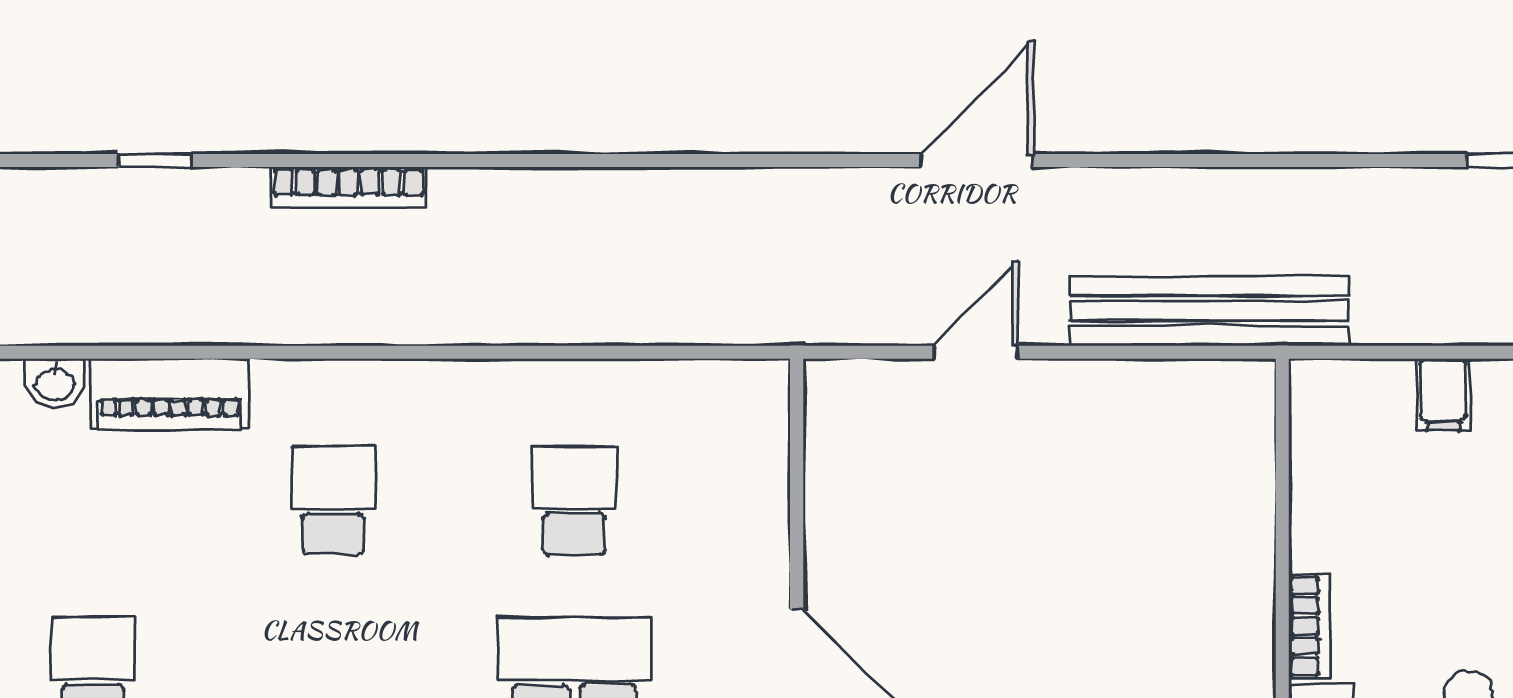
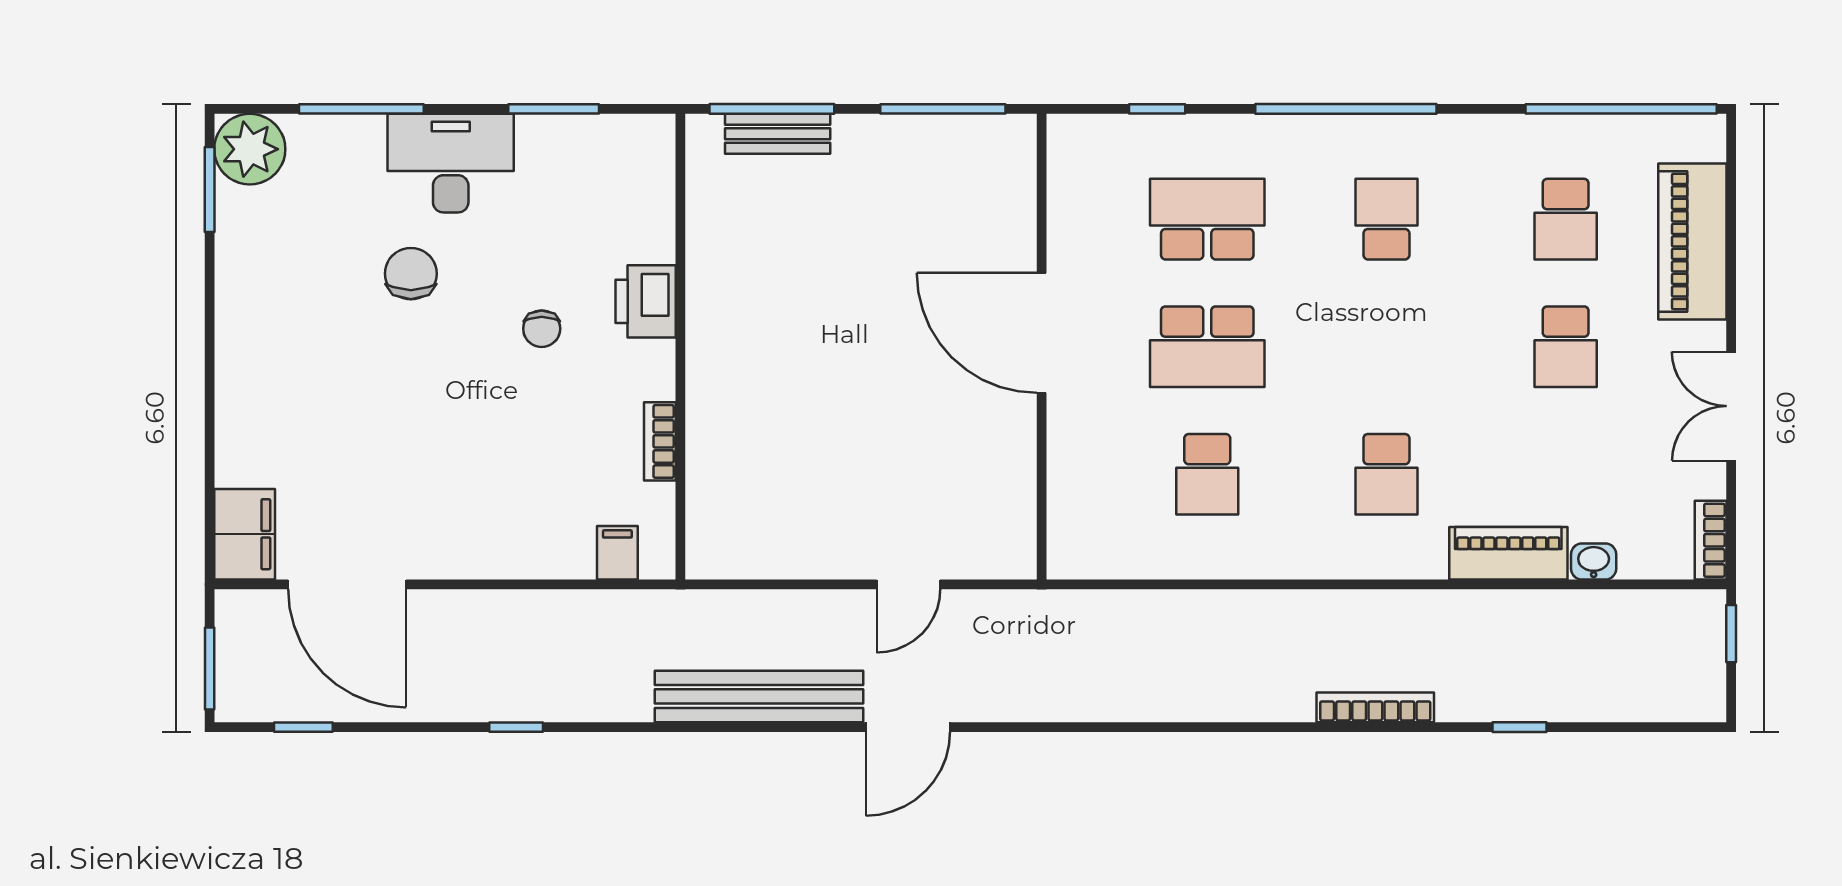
bench: (1209, 311) -> (759, 696), moved
filing cabinet: (1443, 395) -> (617, 553), moved
bookcase: (1310, 626) -> (660, 441), moved

